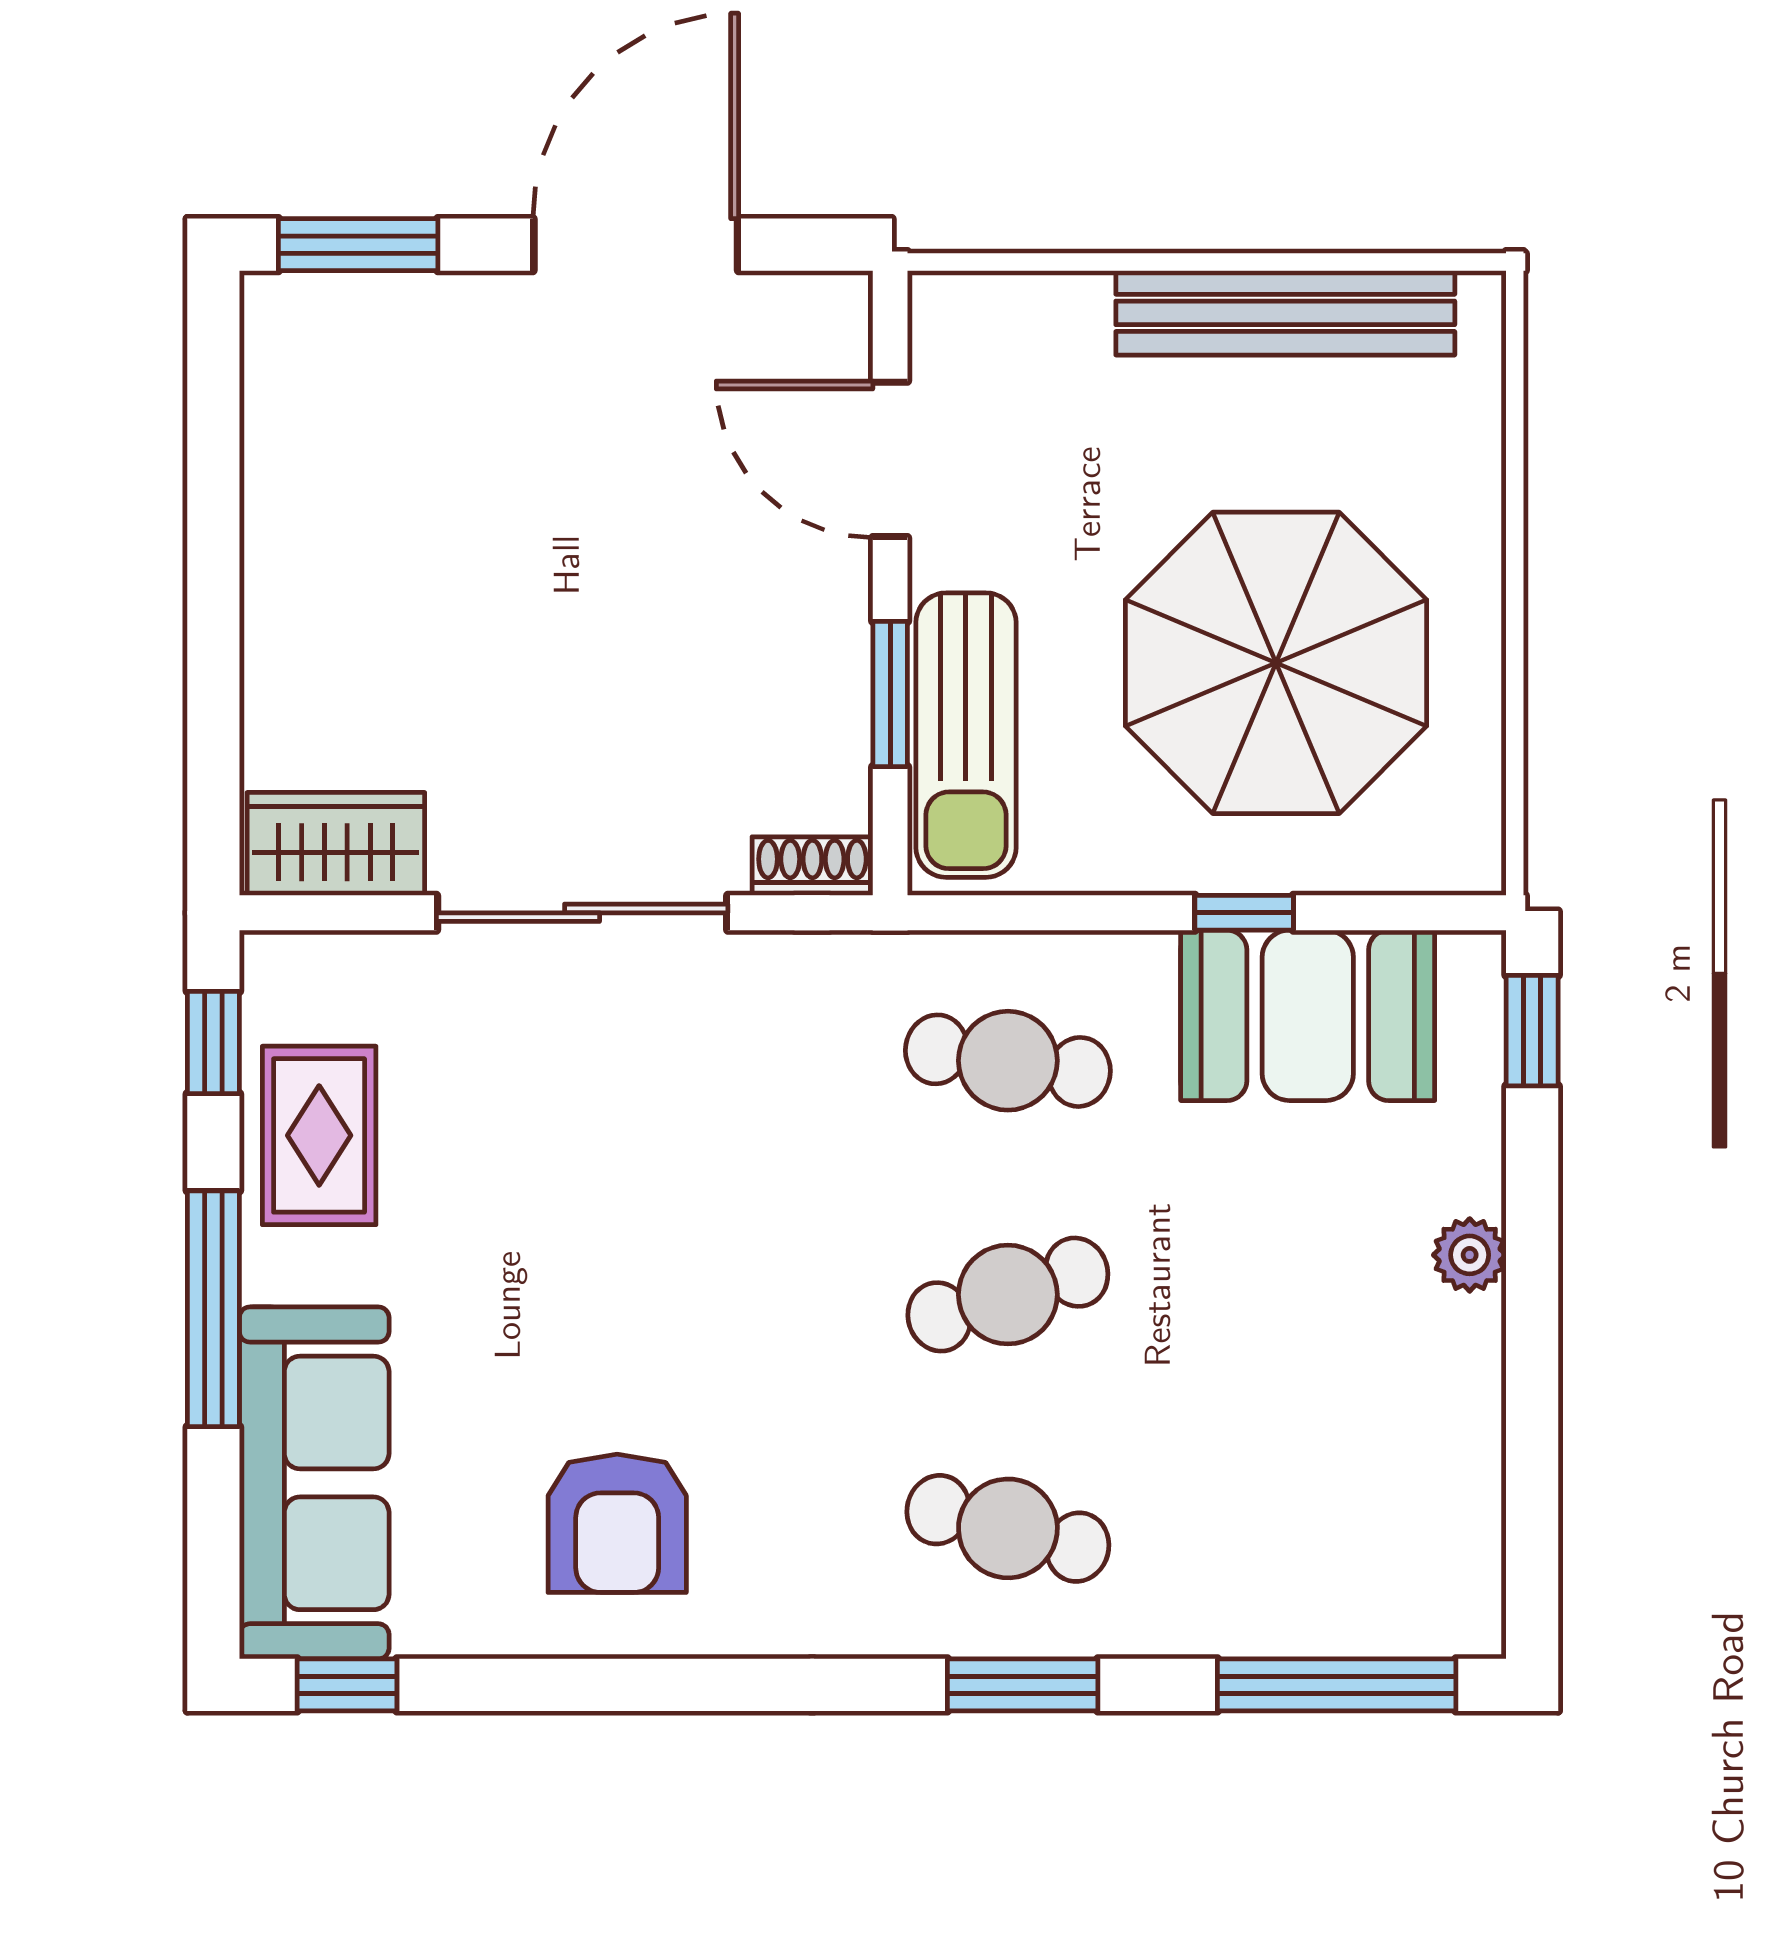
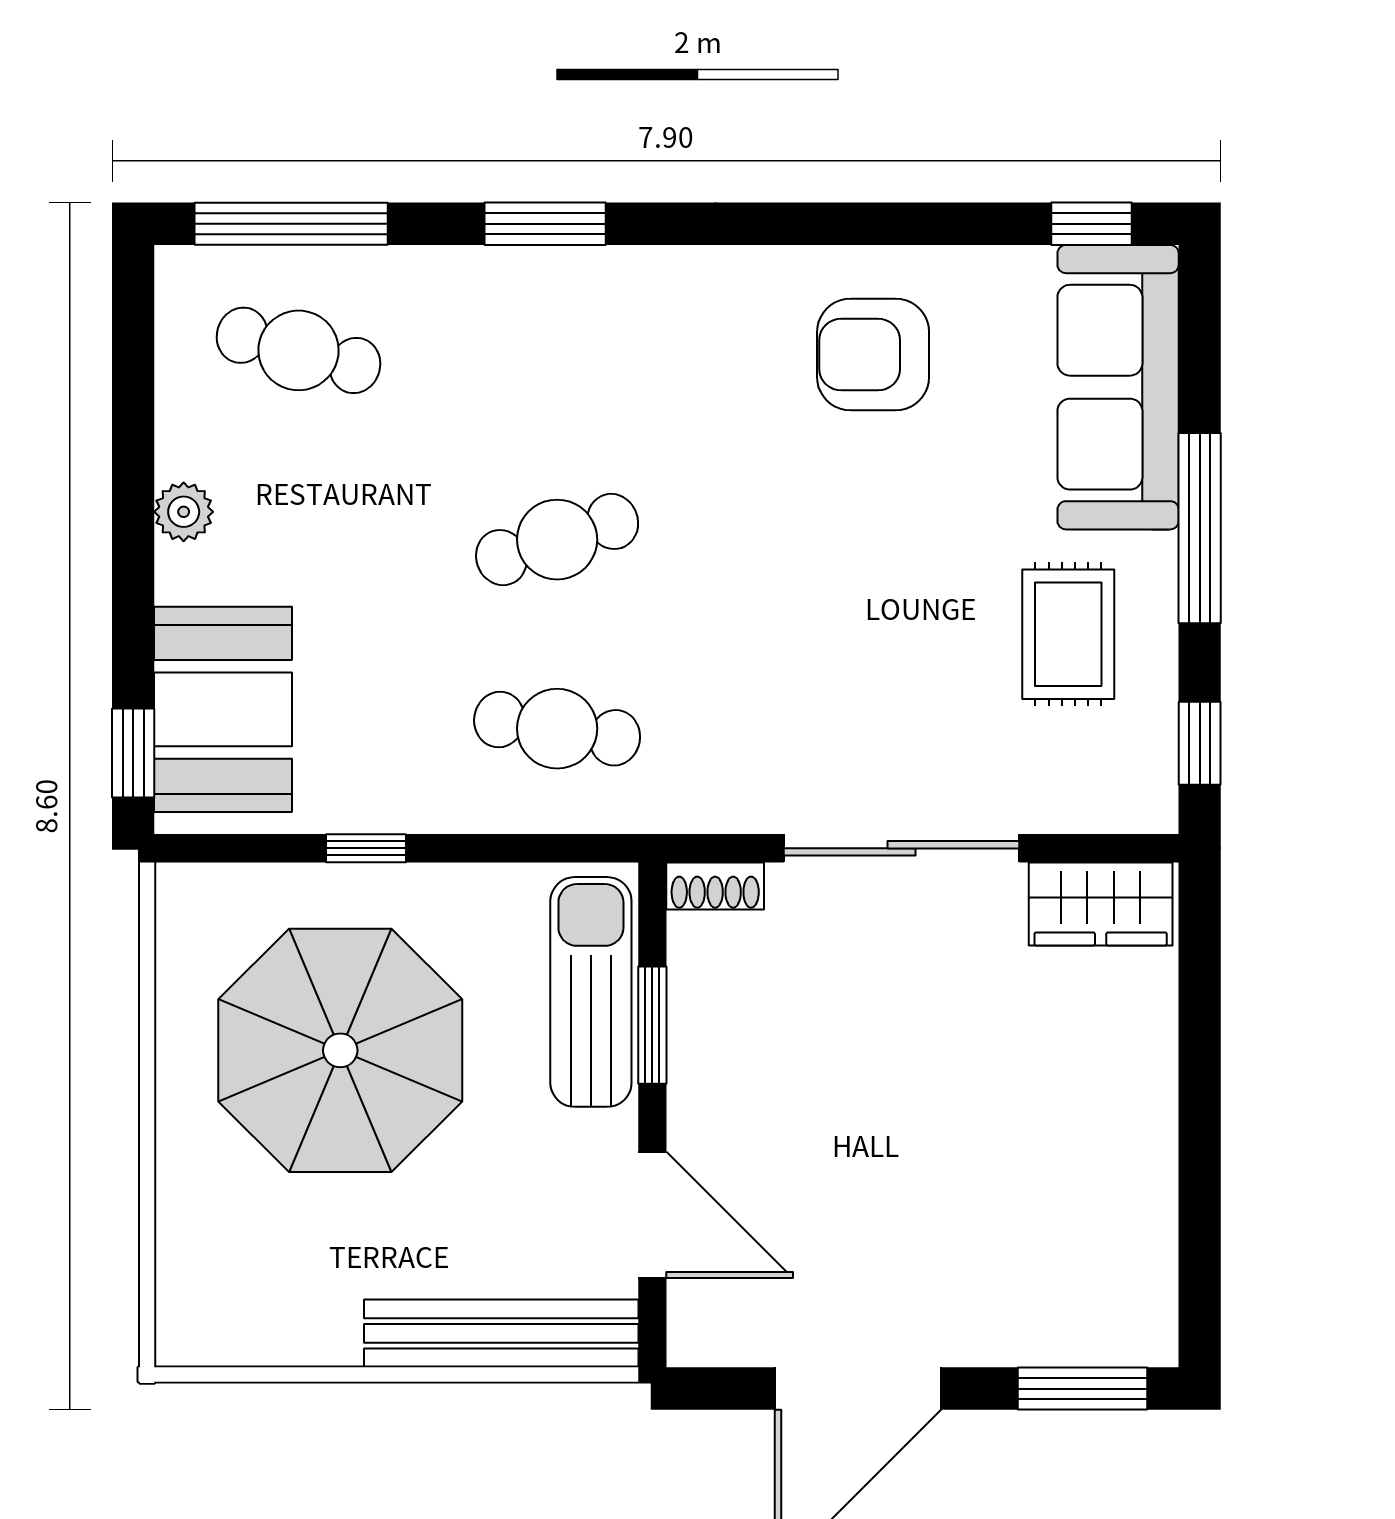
bench: (1285, 313) -> (501, 1333), moved
booth: (1308, 1015) -> (223, 709), moved, turned 90
rug: (319, 1135) -> (1068, 634), moved
plant: (1470, 1255) -> (184, 512), moved
armchair: (617, 1523) -> (873, 355), turned -90
cafe table: (1008, 1528) -> (299, 350), moved

